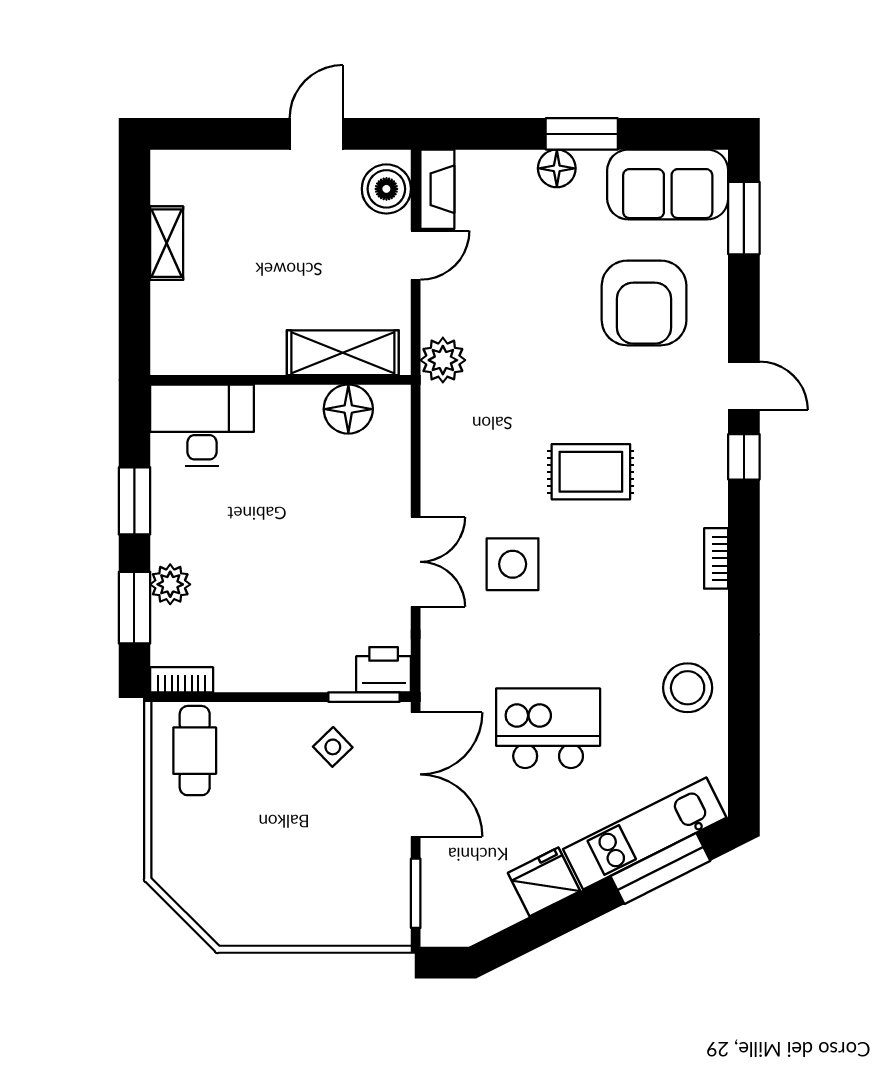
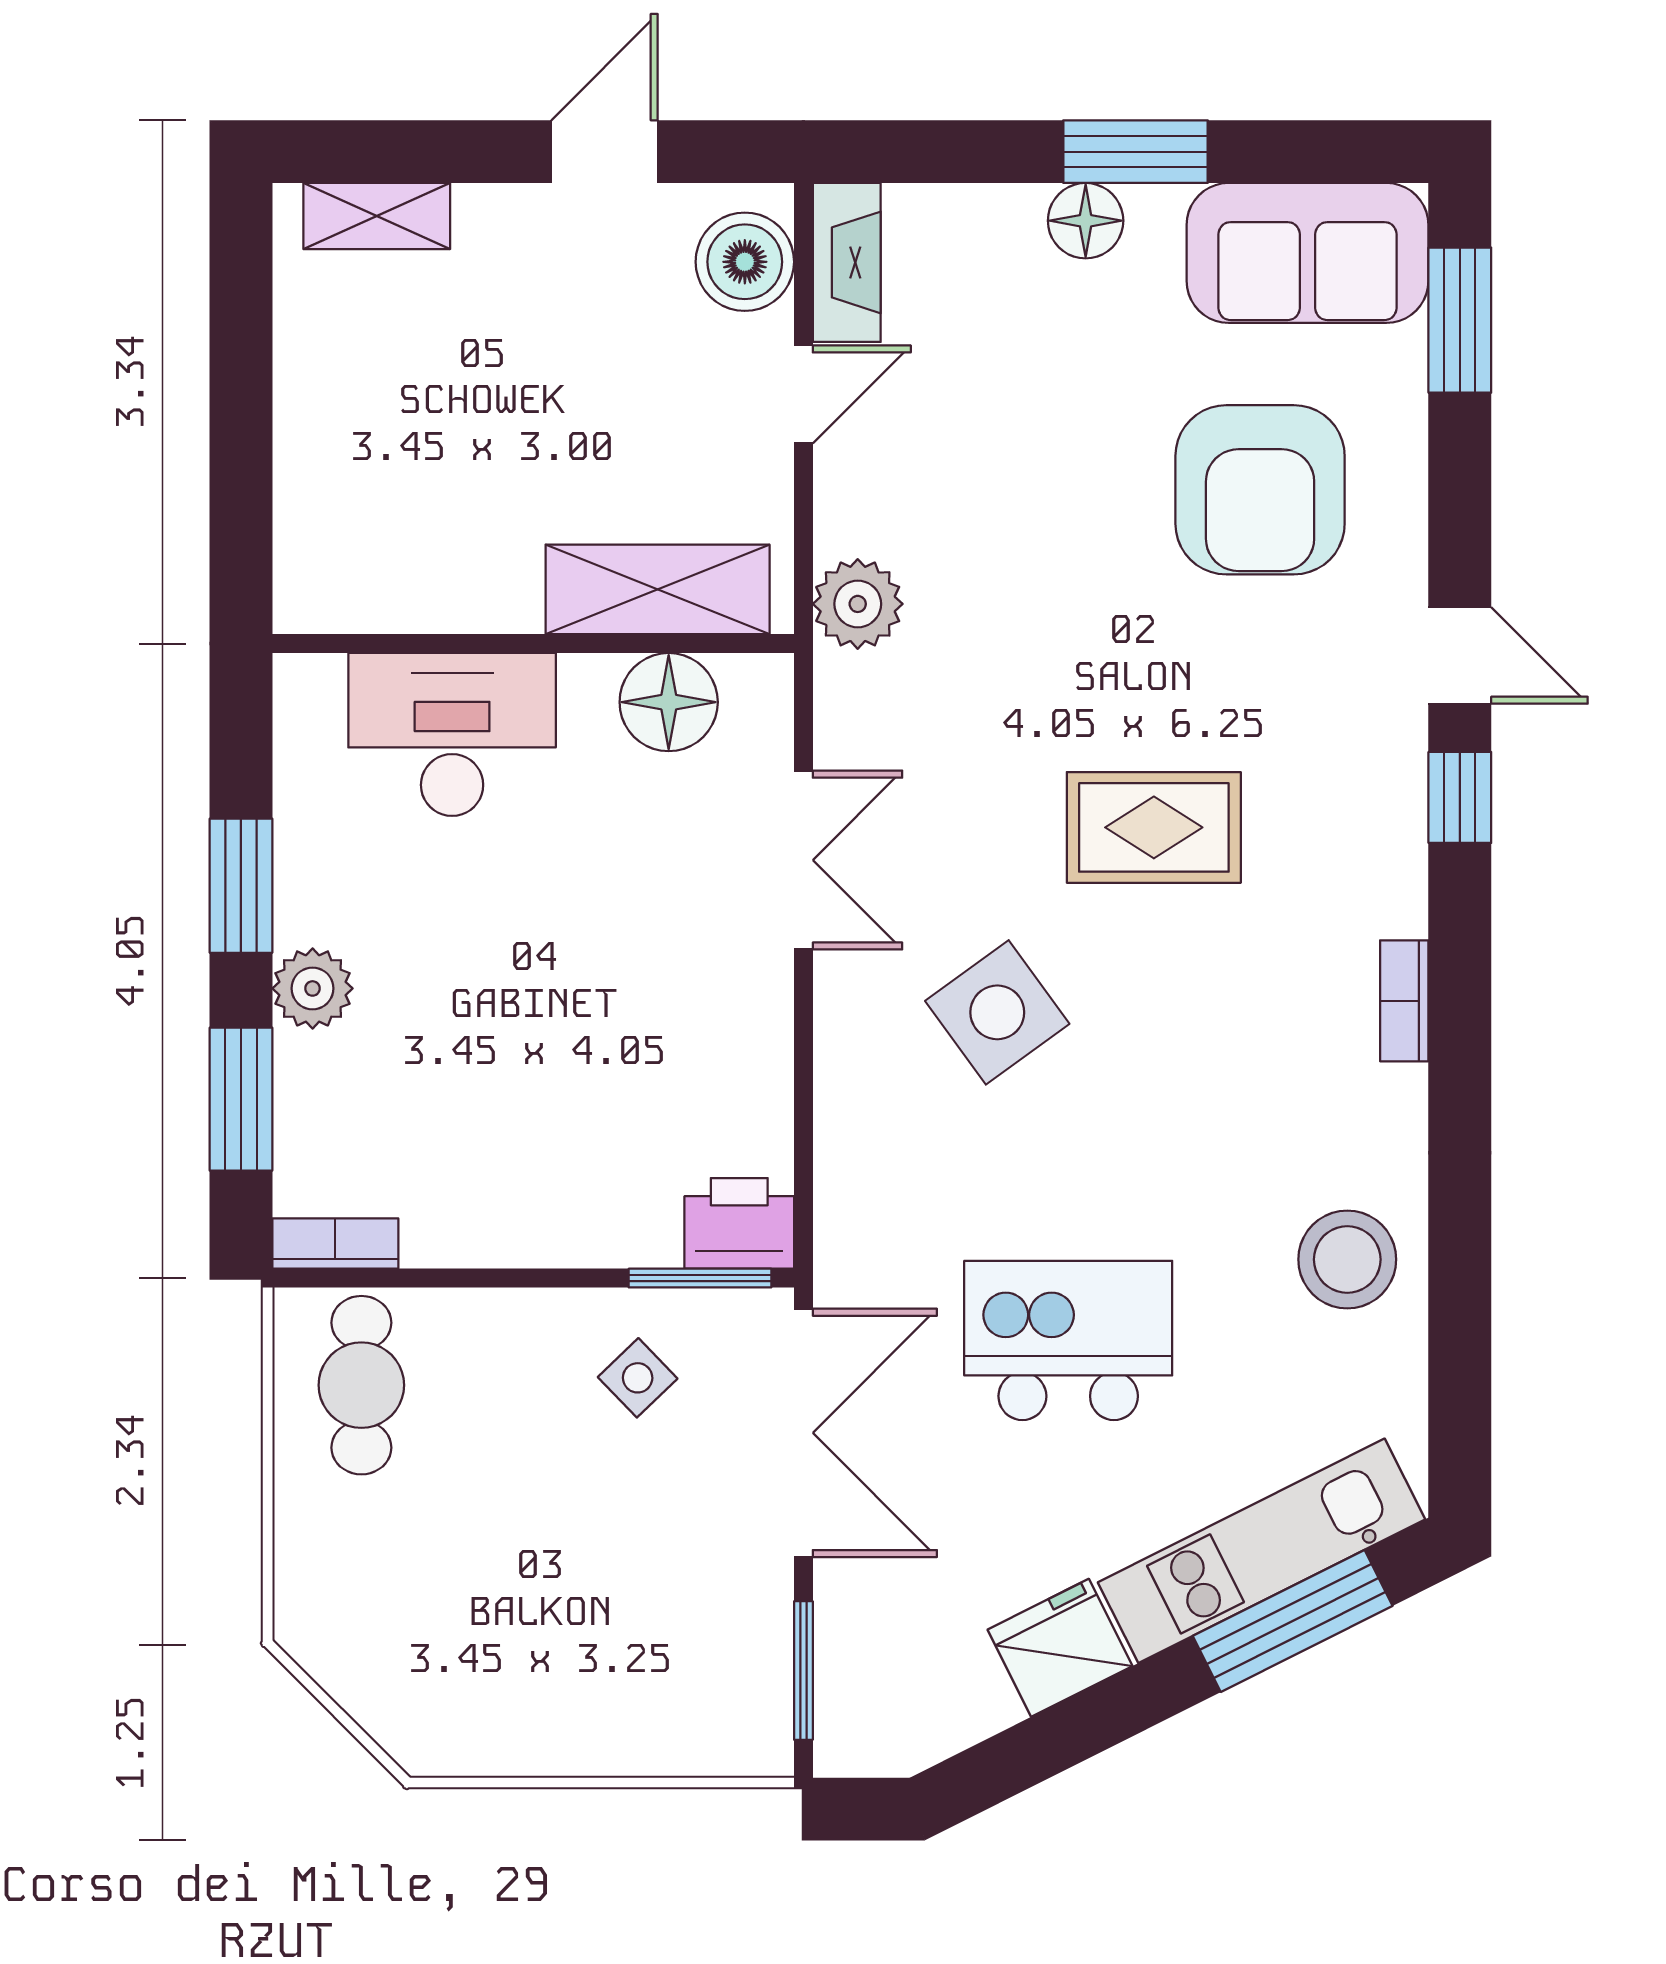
shelving: (167, 243) -> (377, 216), moved, turned 90
desk: (202, 425) -> (452, 734), moved
double door: (416, 562) -> (803, 860), moved
side table: (513, 564) -> (997, 1012), turned -36
plant: (170, 584) -> (313, 988), moved

